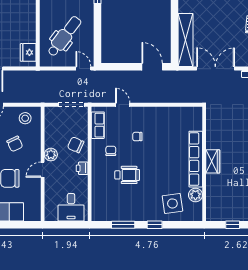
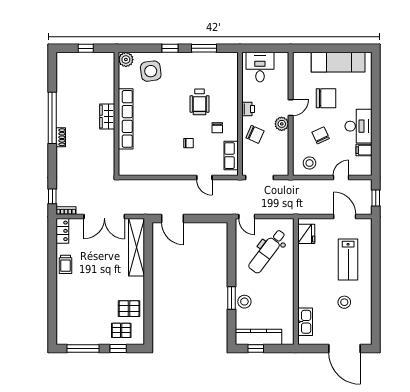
wheelchair: (127, 175) -> (200, 102), turned -90
plant: (195, 195) -> (126, 60), moved

